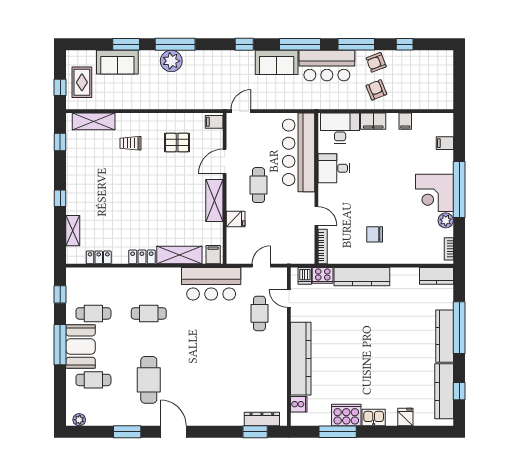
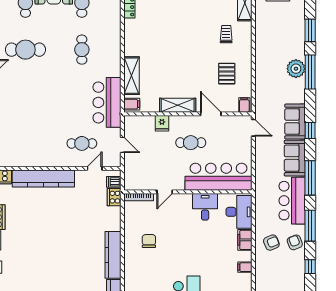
sofa: (117, 62) -> (295, 122), moved
locker: (142, 257) -> (130, 44), removed
kitchen counter: (362, 277) -> (113, 255), moved

